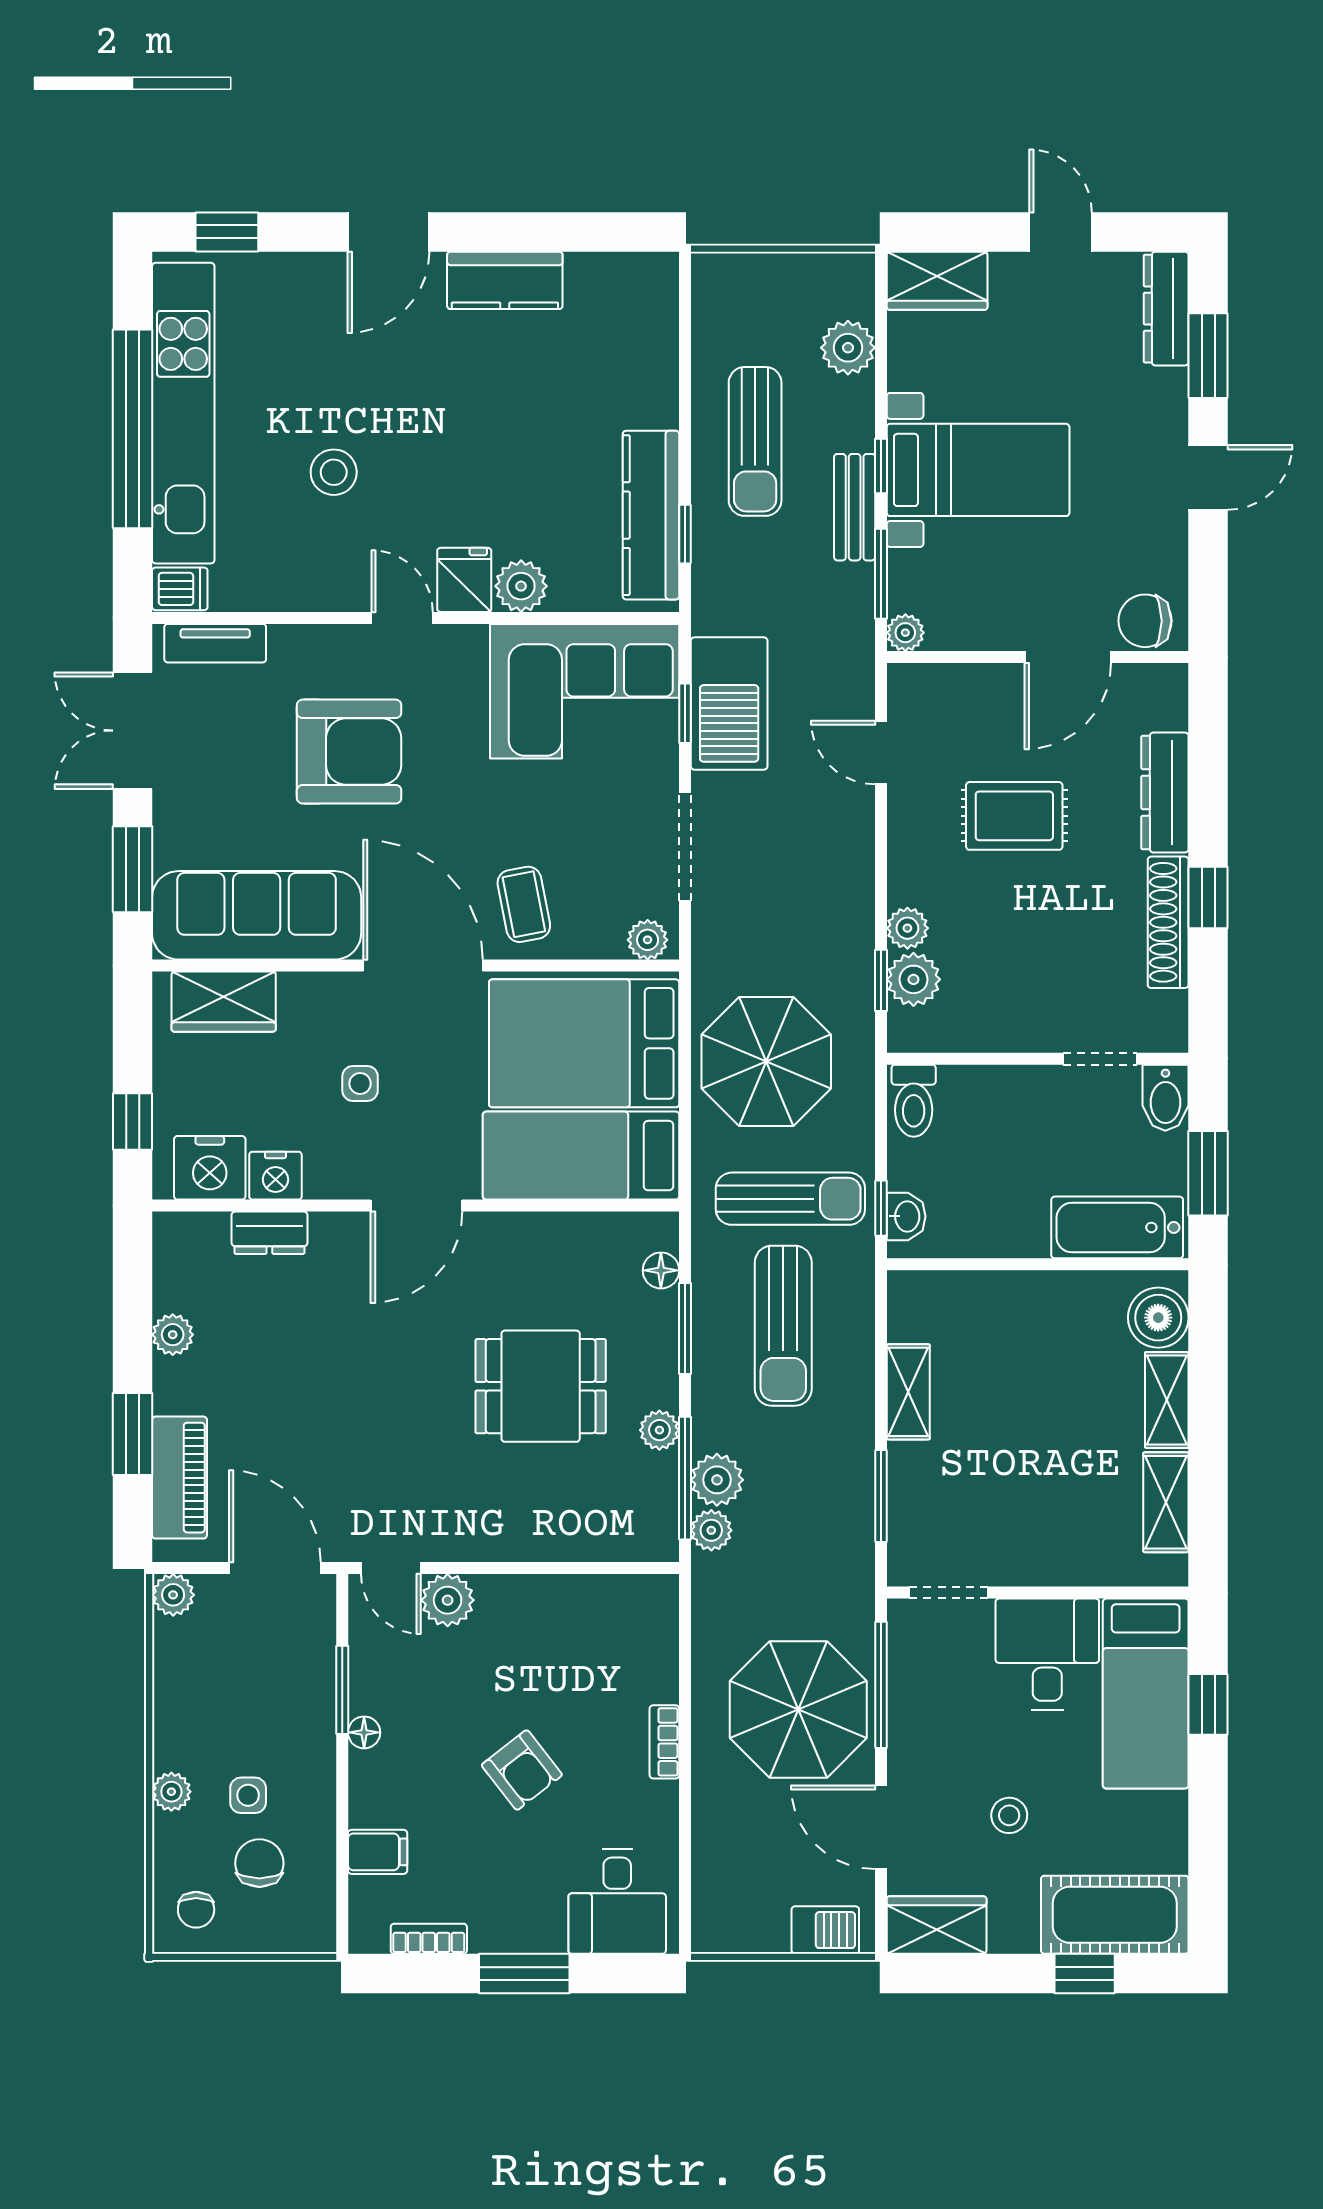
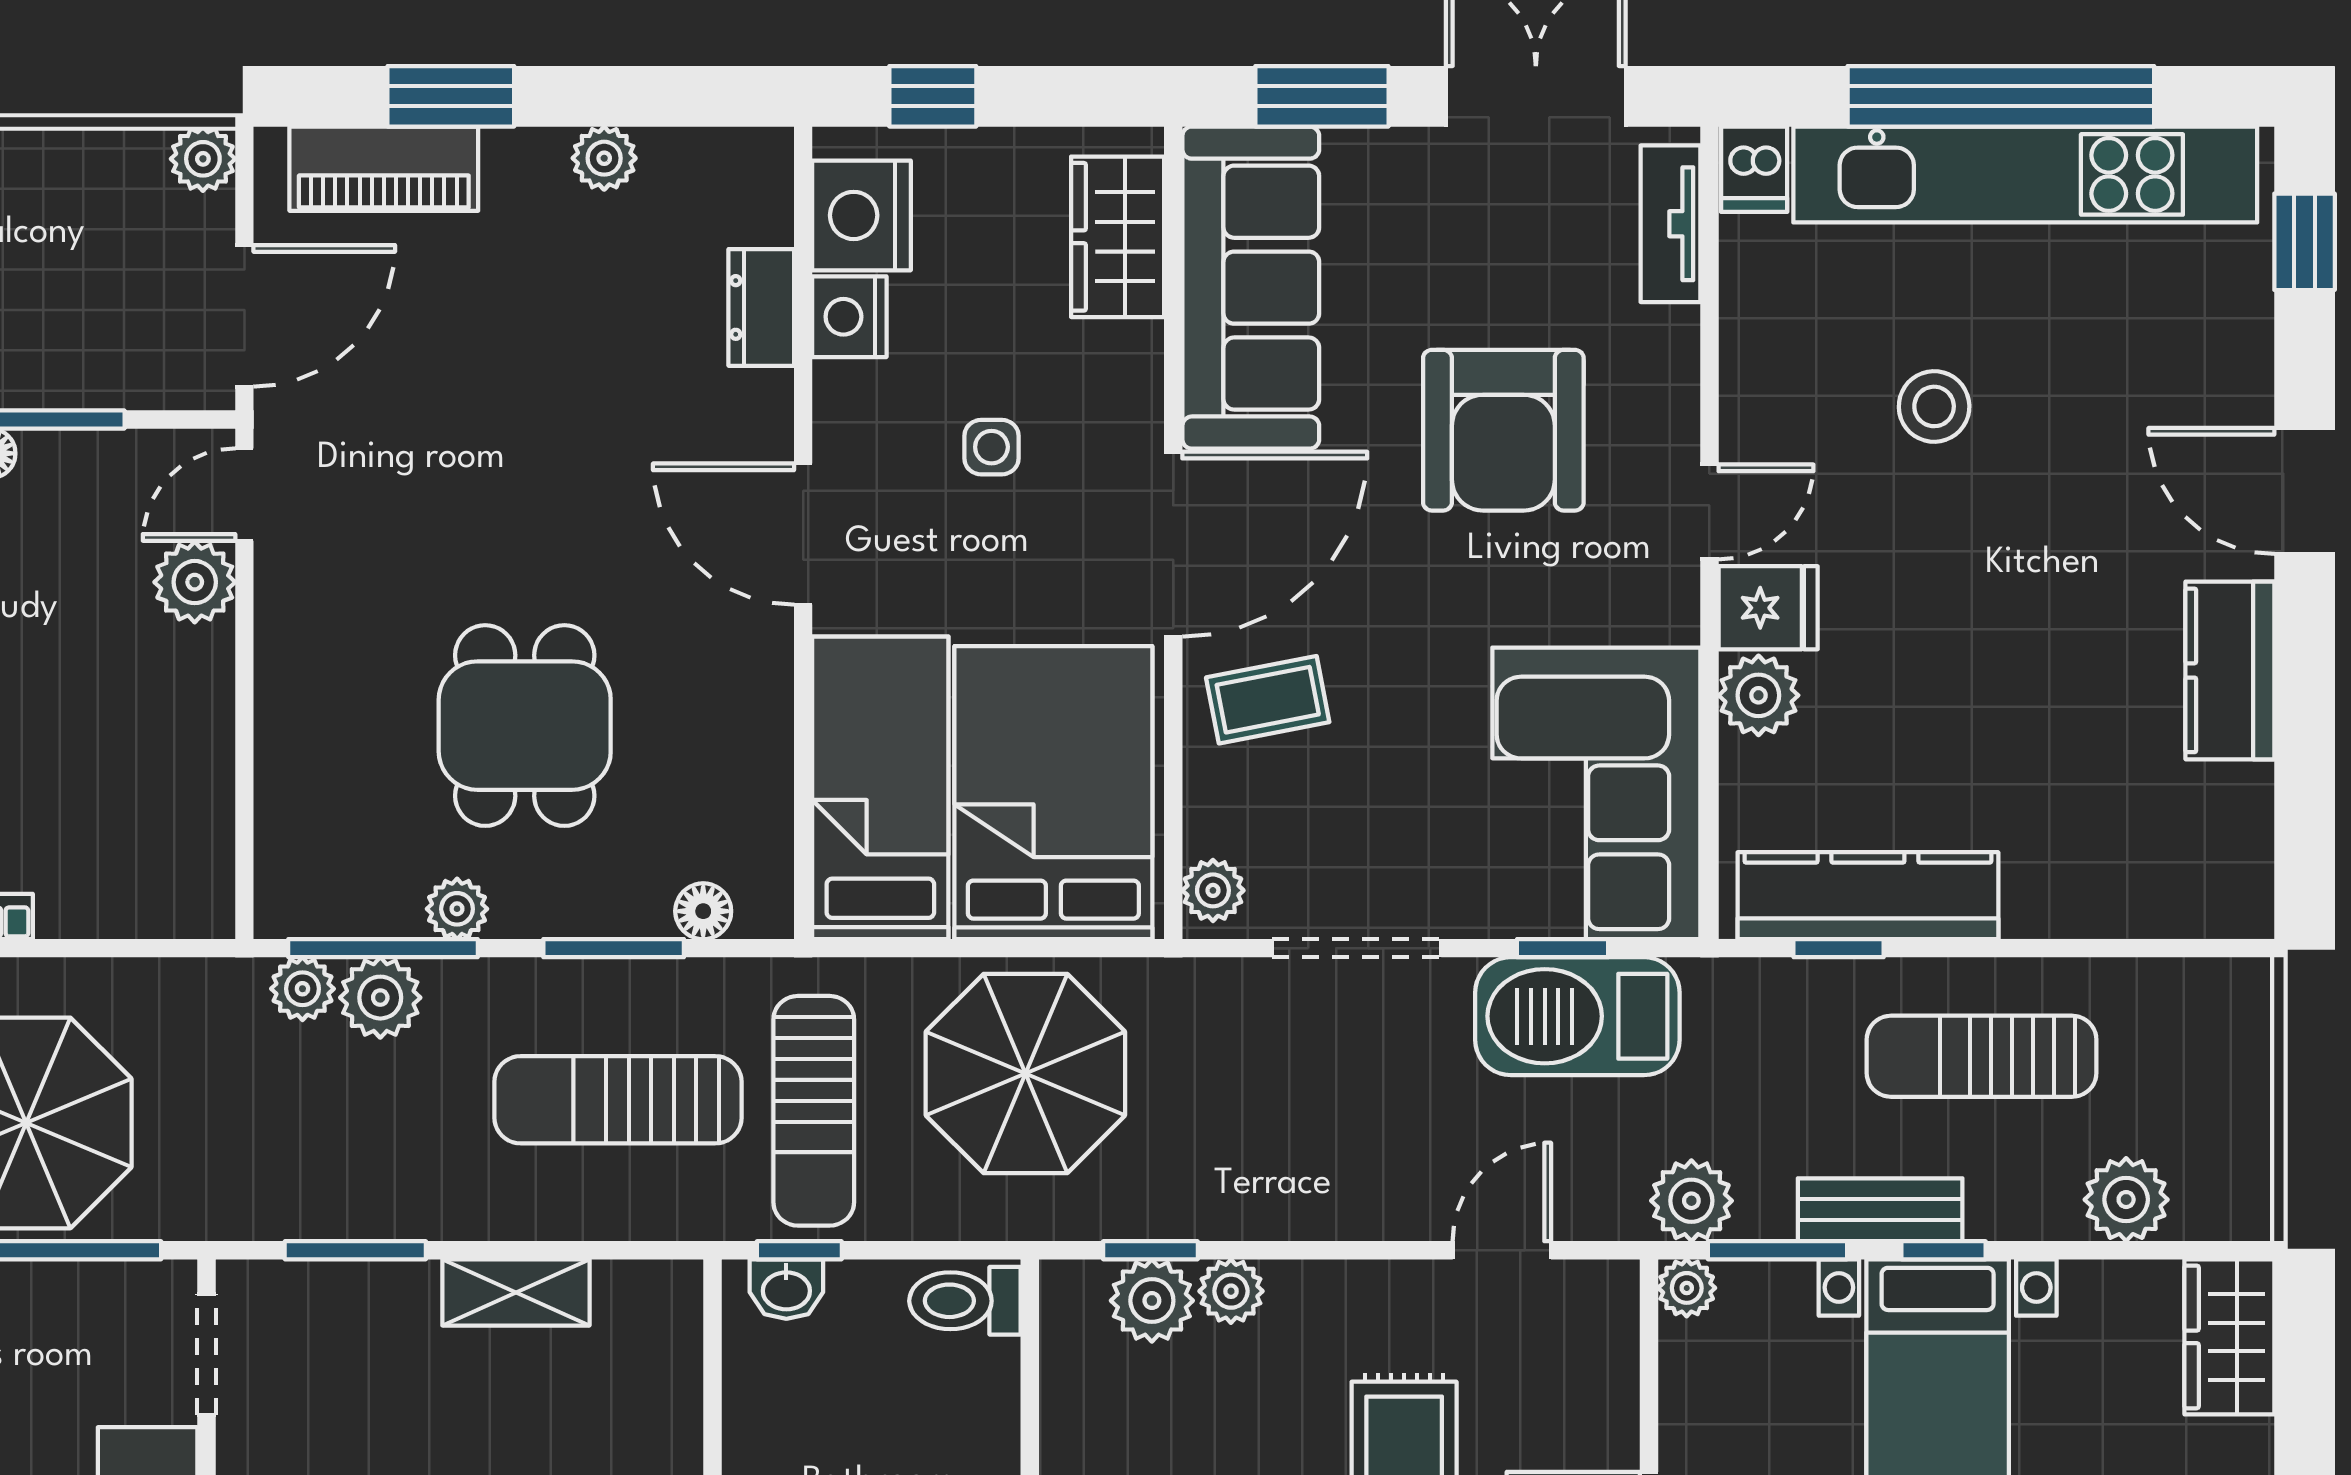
plant: (849, 630) -> (1691, 1201), added

